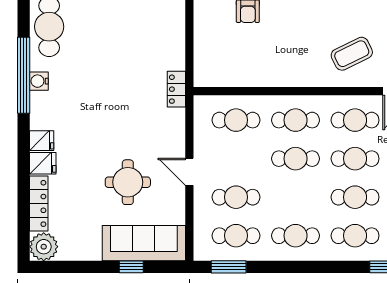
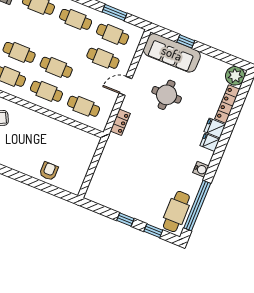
window: (24, 75) -> (197, 206), moved
water cooler: (39, 81) -> (201, 169), moved
locker: (176, 89) -> (120, 122), moved
door: (189, 172) -> (126, 86), swing flipped
cafe table: (355, 197) -> (29, 28), removed
window: (229, 267) -> (115, 13), moved

